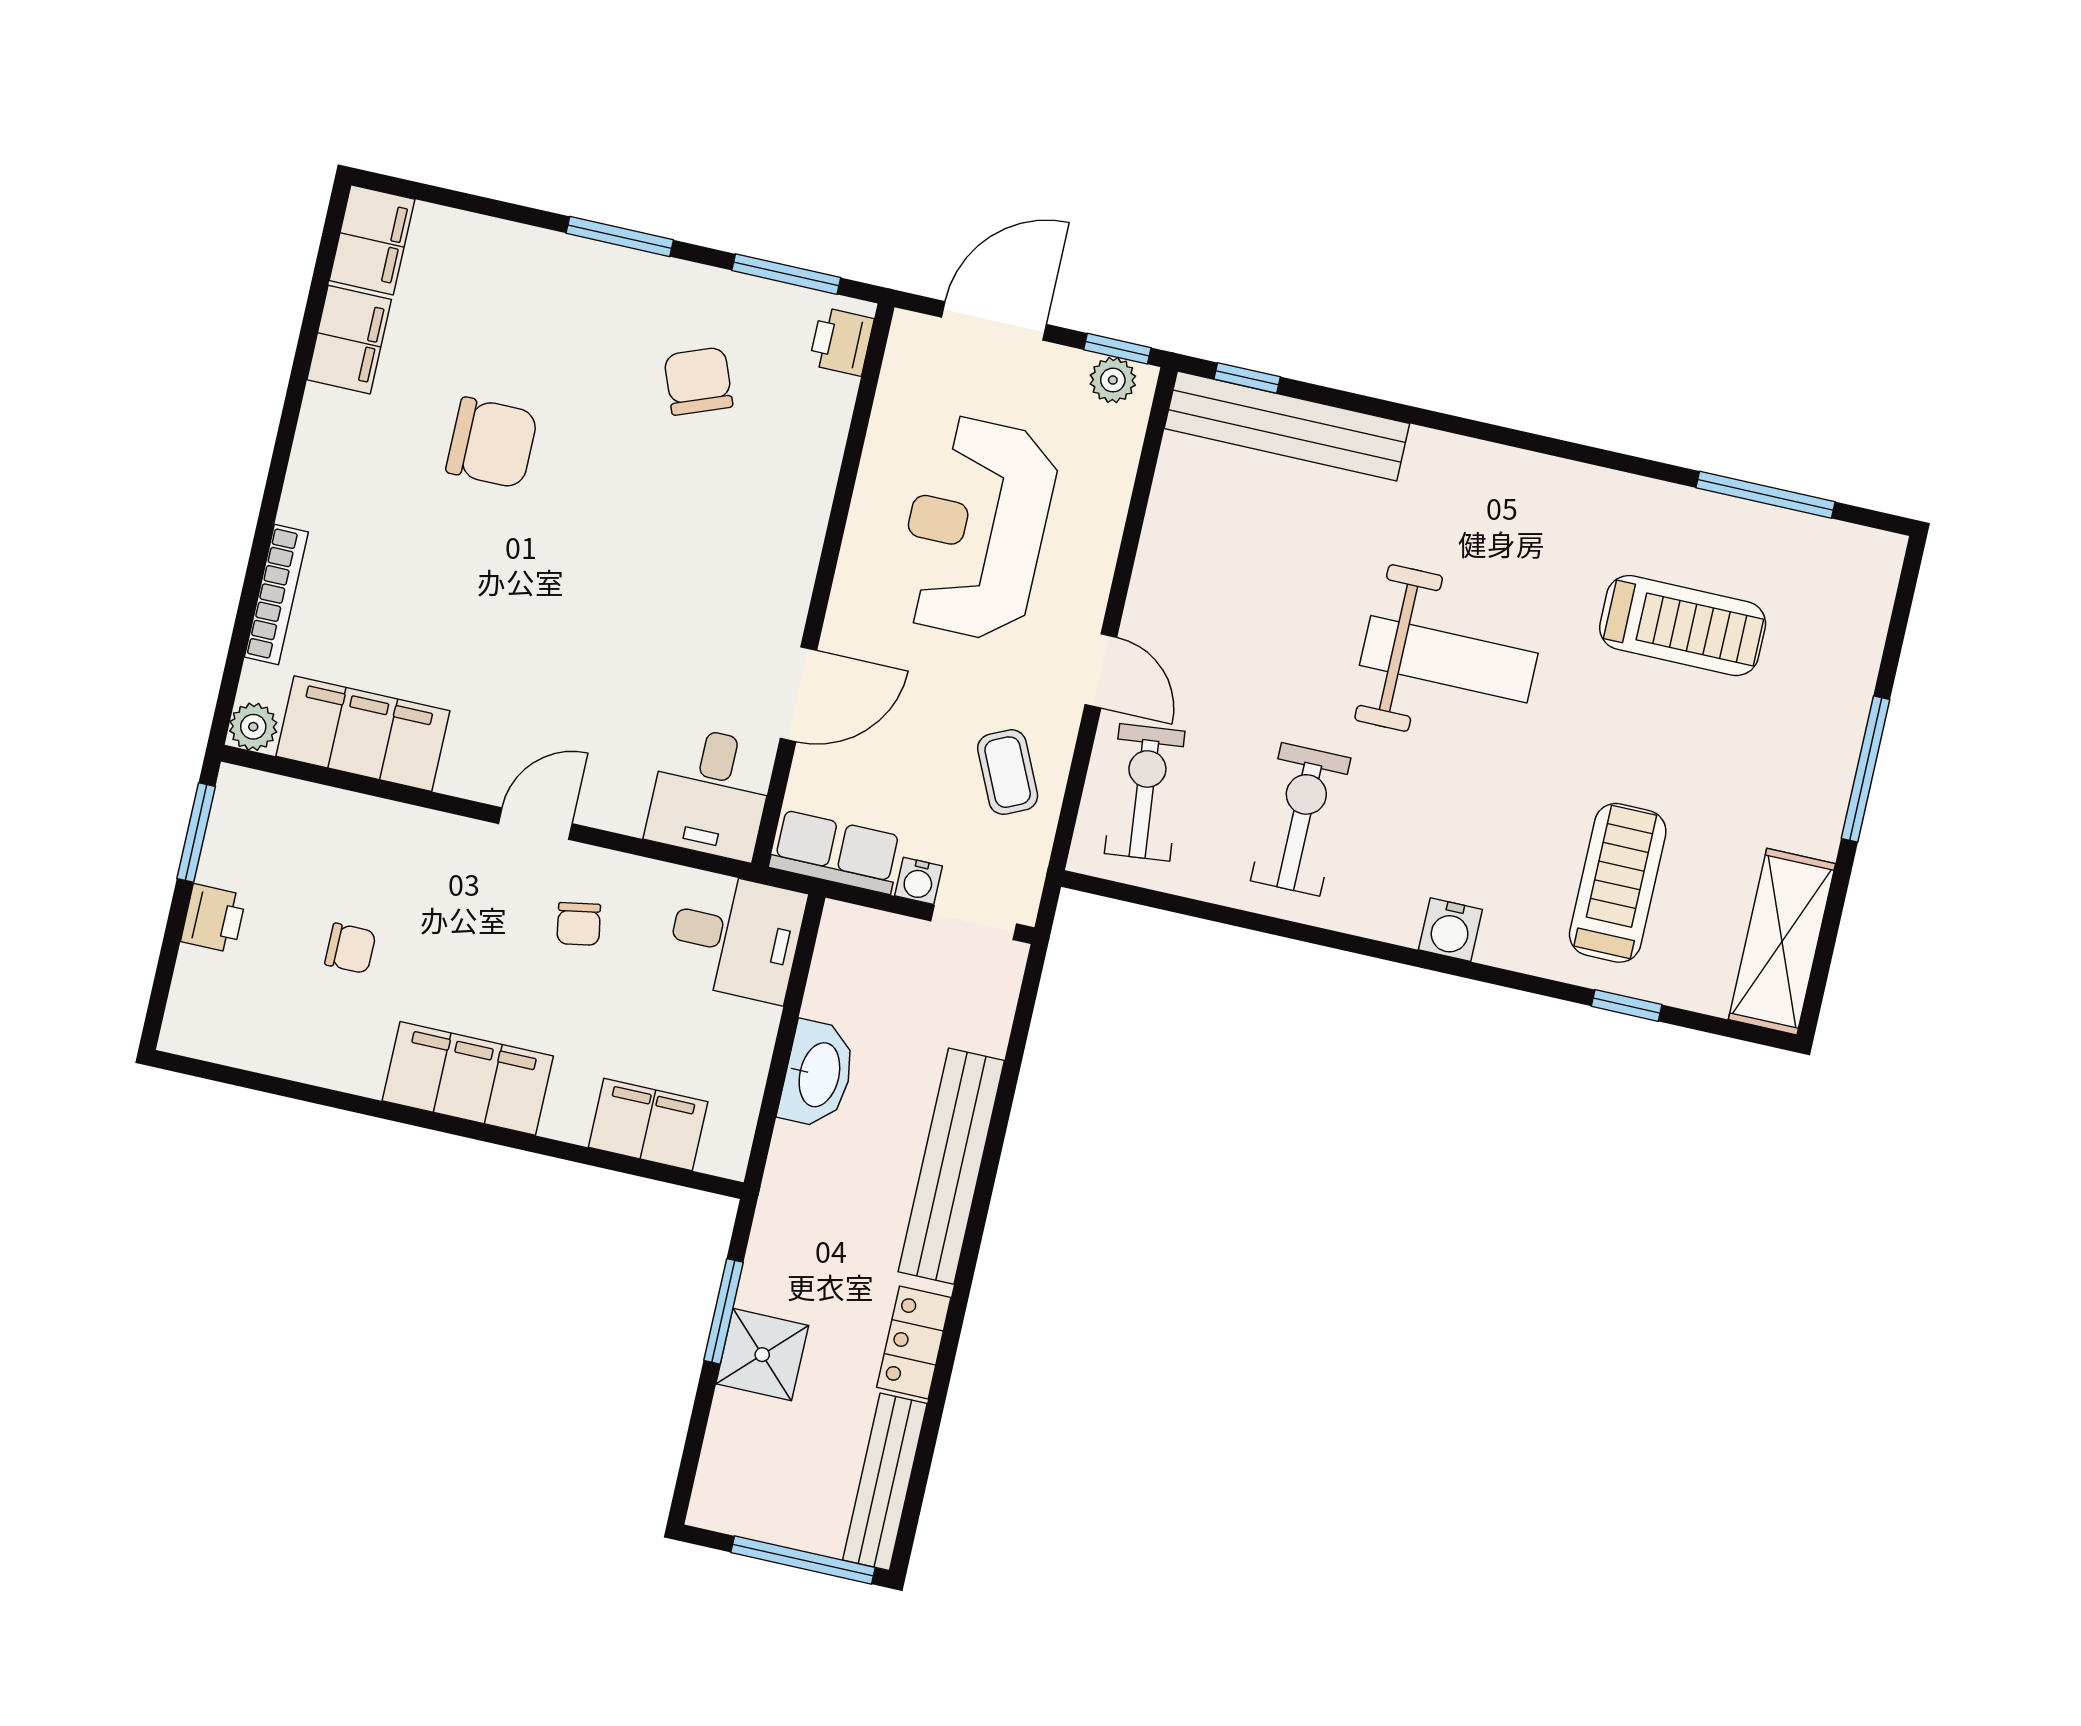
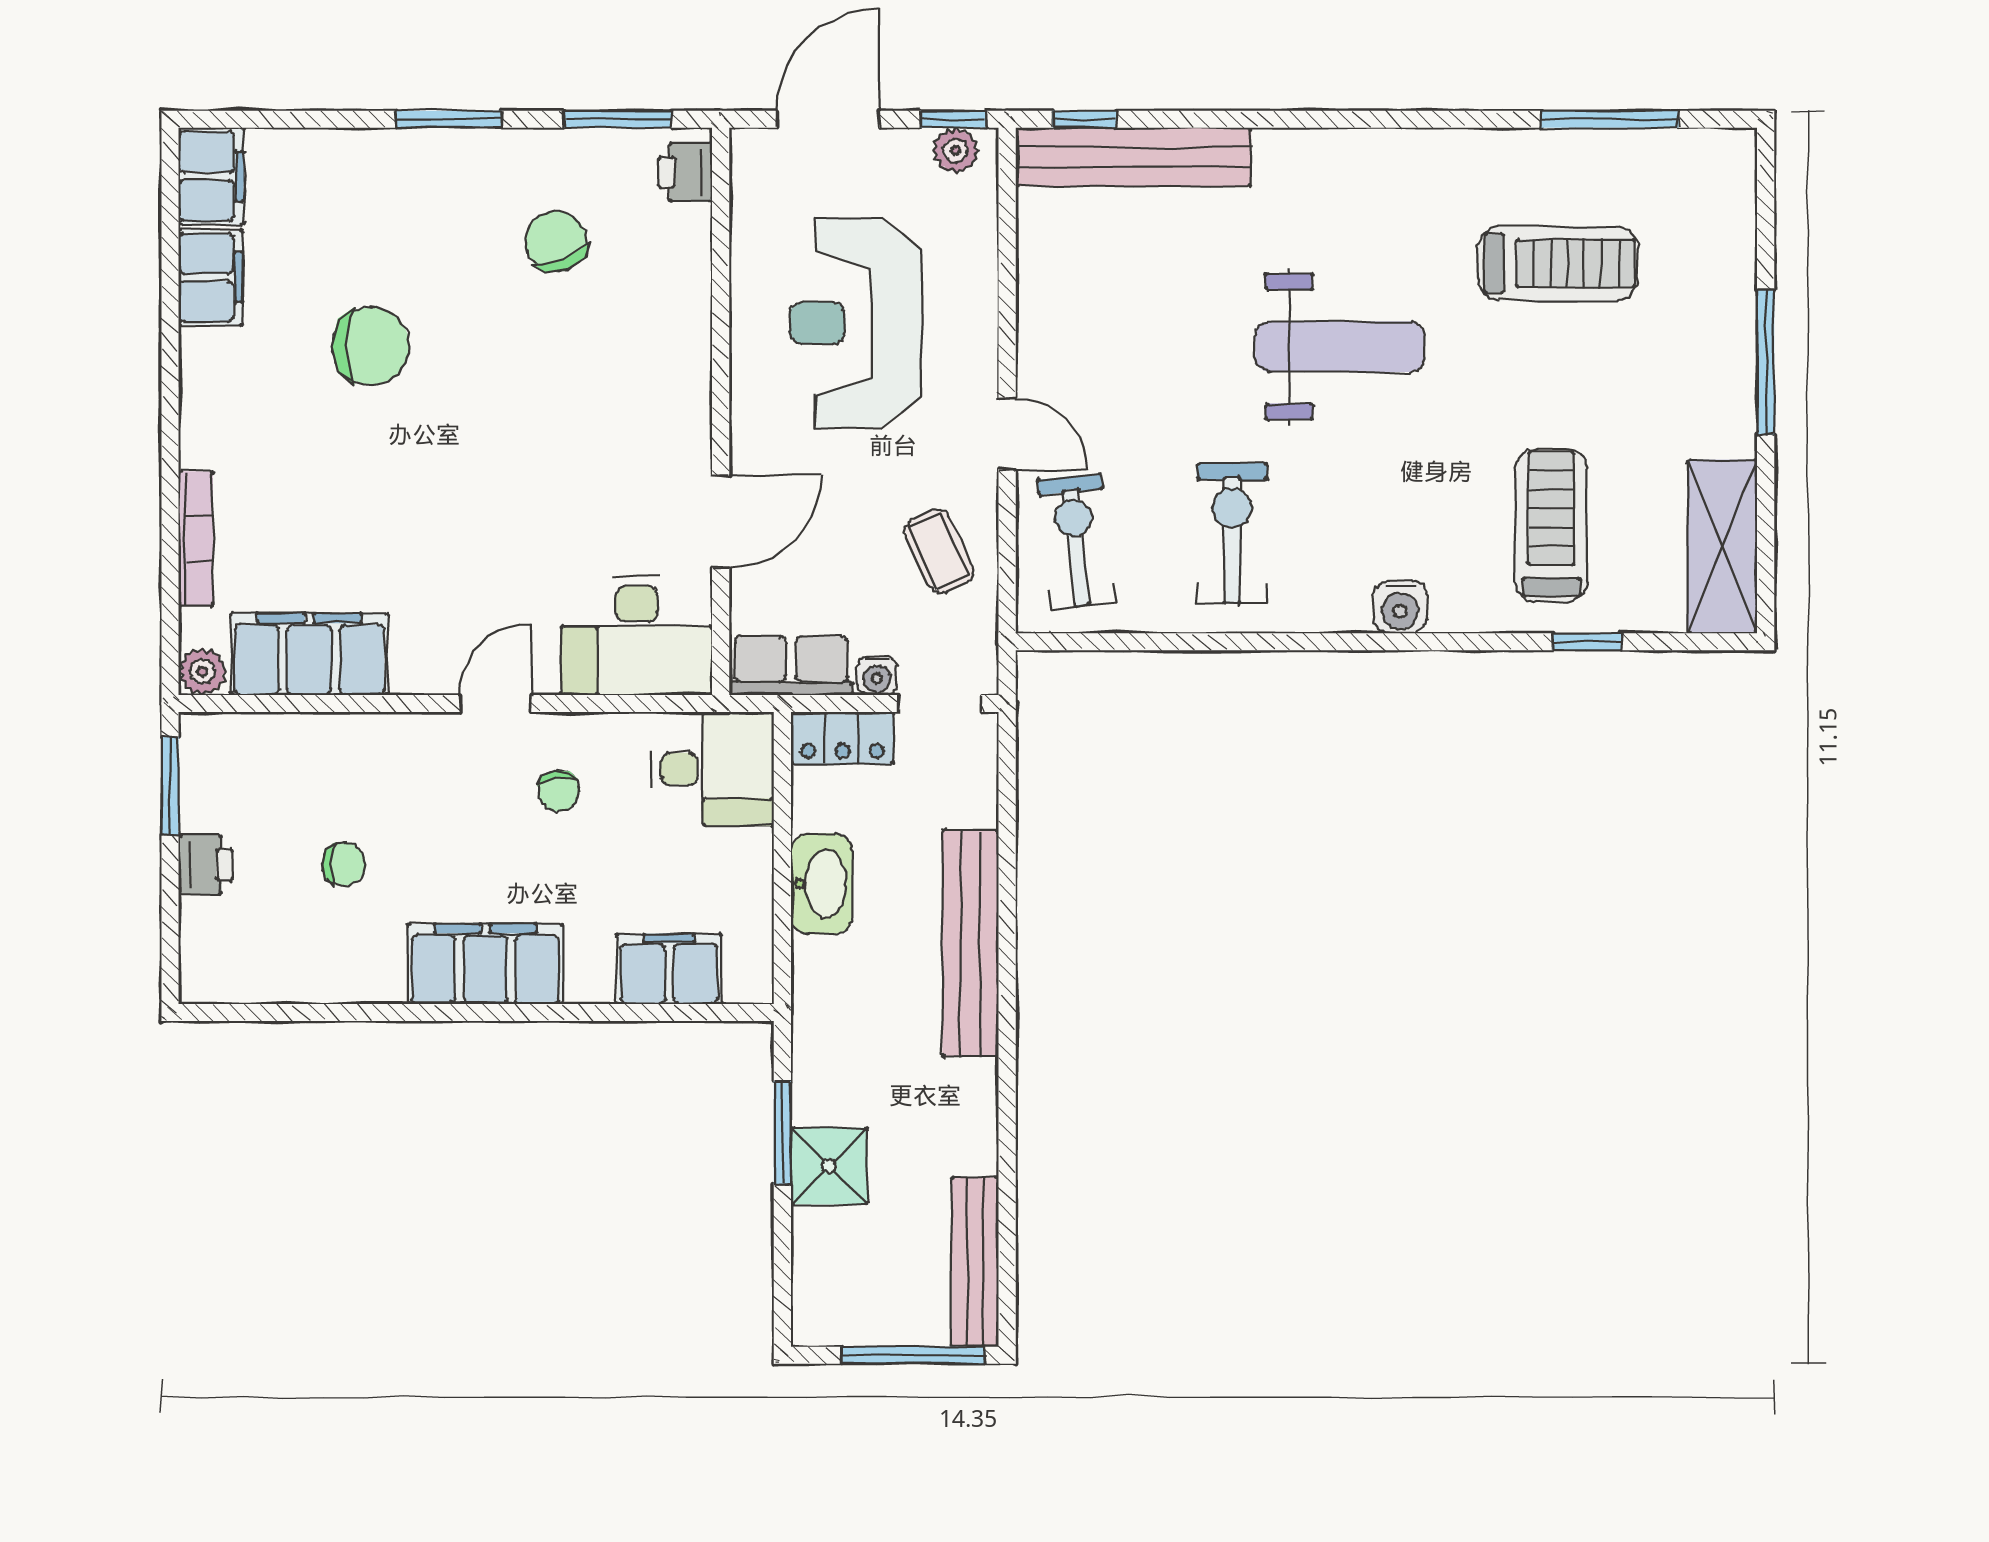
desk: (710, 793) -> (637, 636), width x1.37
locker: (914, 1342) -> (842, 738), moved, turned -90

